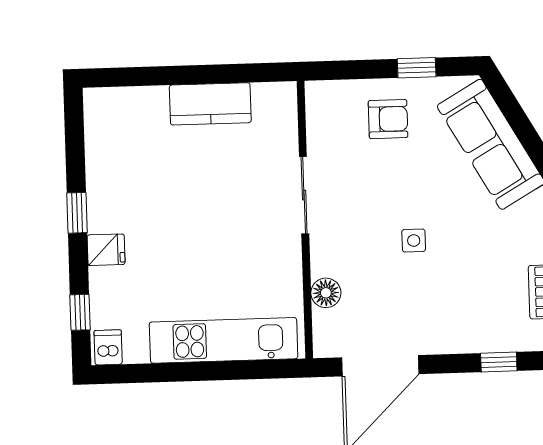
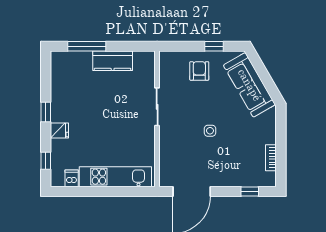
window: (157, 76) -> (87, 46), added
armchair: (388, 119) -> (199, 71), turned -90
floor lamp: (326, 293) -> (166, 155), removed
dishwasher: (108, 347) -> (72, 178), moved

